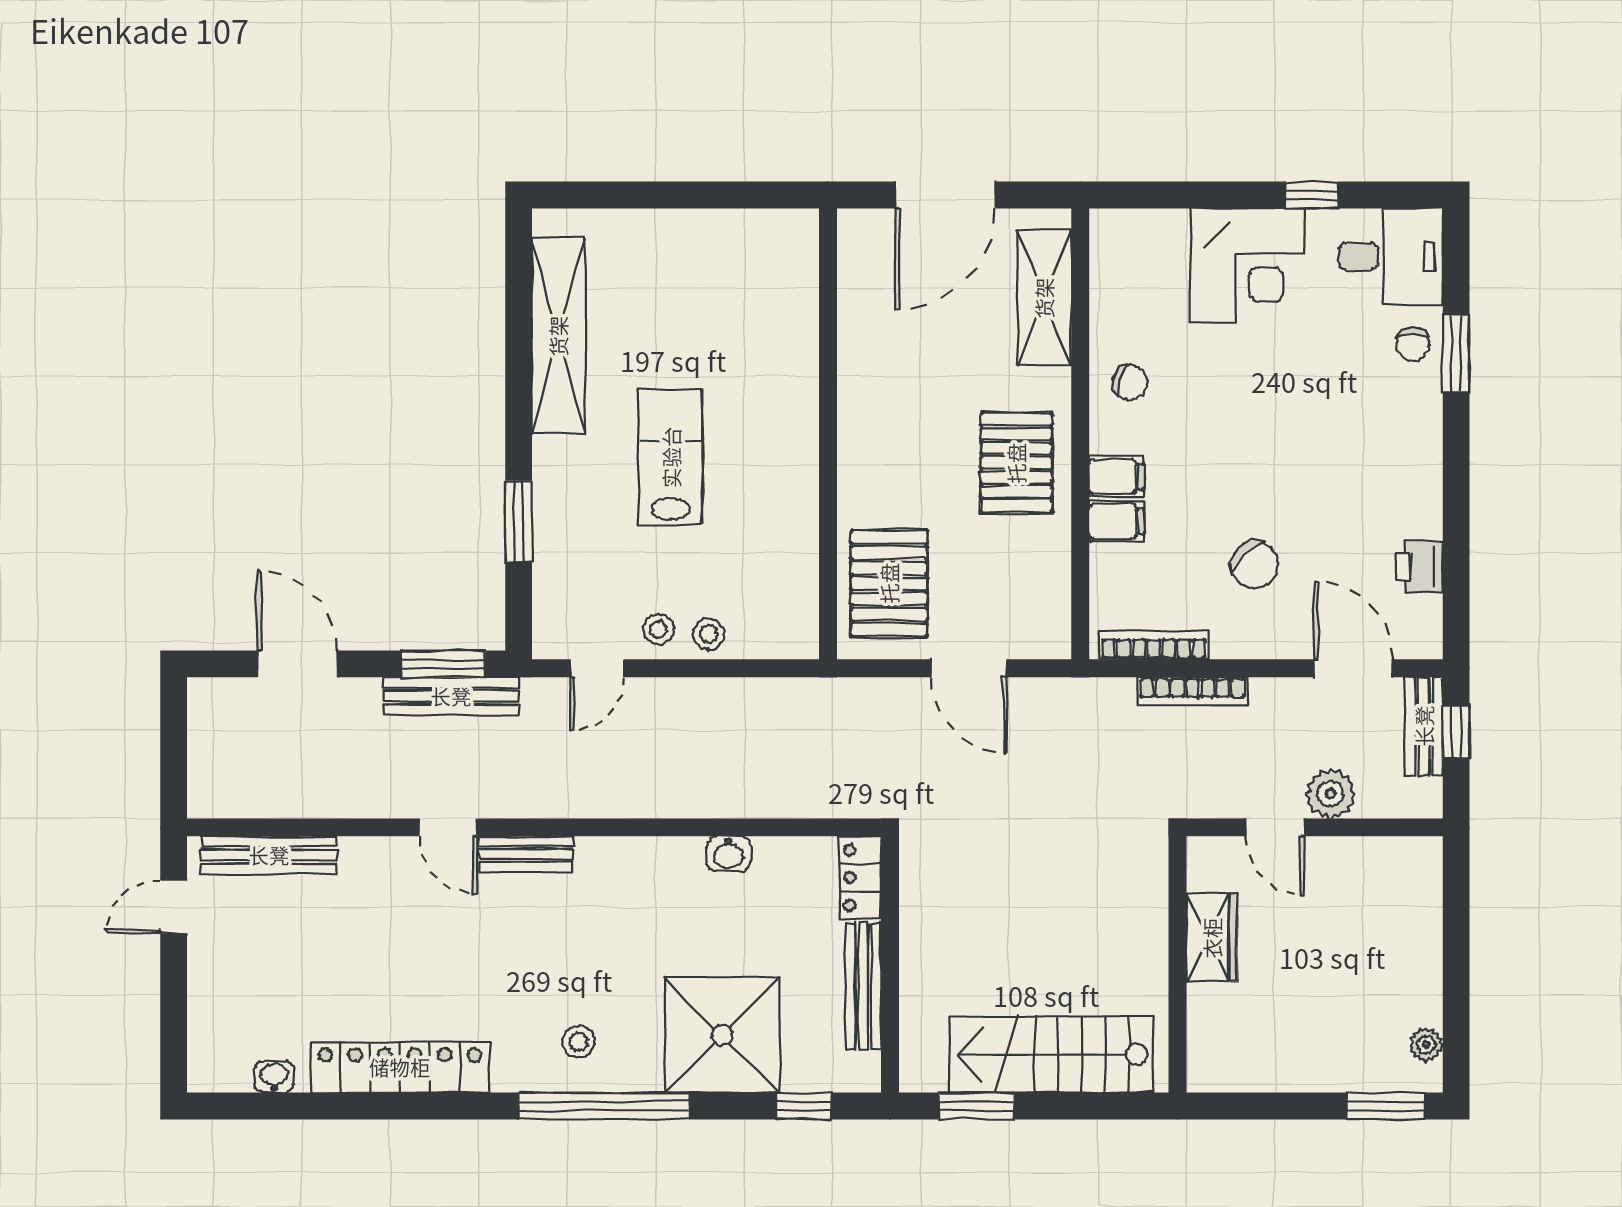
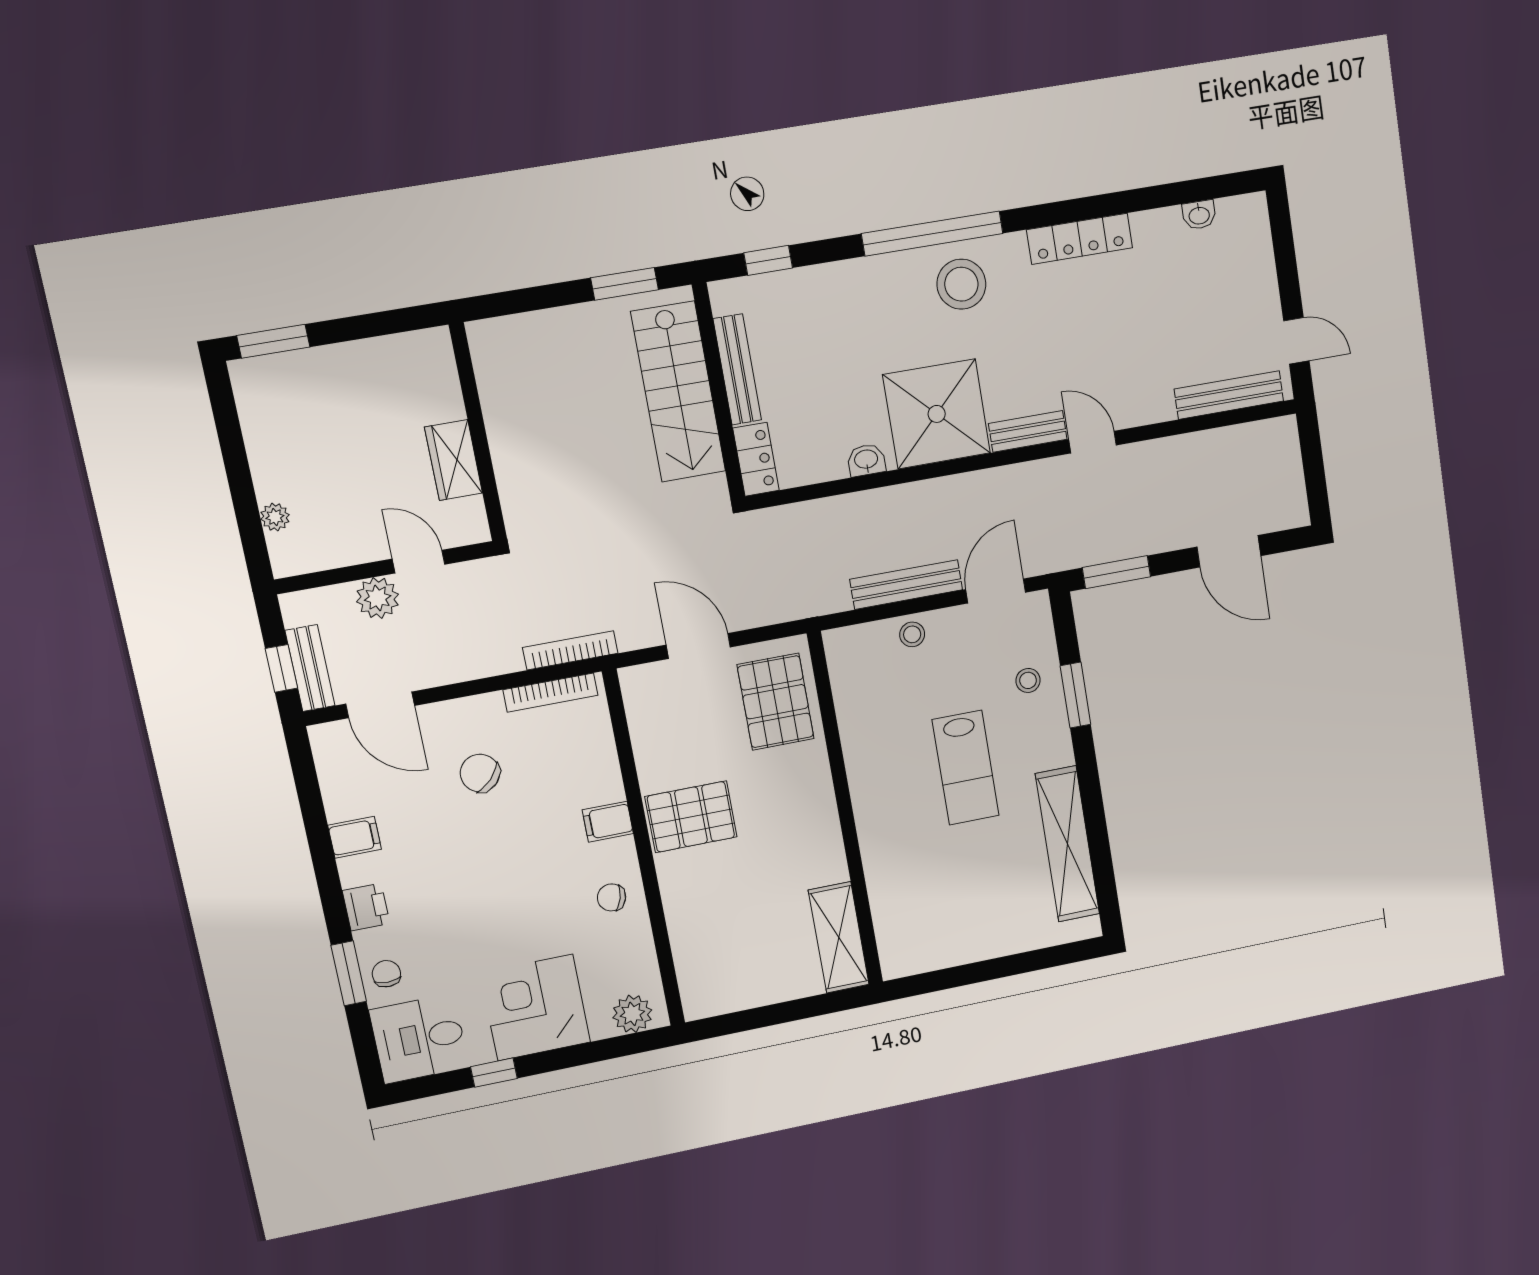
door: (946, 195) -> (786, 1012), removed
plant: (1133, 233) -> (632, 1014), added
shelving: (1044, 298) -> (839, 937), moved
pallet: (1016, 463) -> (691, 817), turned 90
filing cabinet: (1117, 521) -> (355, 837), moved, turned 180
printer: (1419, 567) -> (366, 907), moved
stool: (658, 630) -> (1028, 680), moved
door: (597, 668) -> (996, 591), width x1.37
bookcase: (1192, 691) -> (570, 650), moved
bench: (451, 696) -> (906, 585), moved
door: (174, 907) -> (1296, 341), hinge flipped
shower: (722, 1035) -> (937, 414), moved
stool: (579, 1042) -> (961, 284), width x1.89, depth x1.89
plant: (1426, 1045) -> (275, 517), moved
stairs: (1051, 1054) -> (678, 392), moved, turned 90
locker: (400, 1067) -> (1080, 239), width x0.71, depth x0.83

